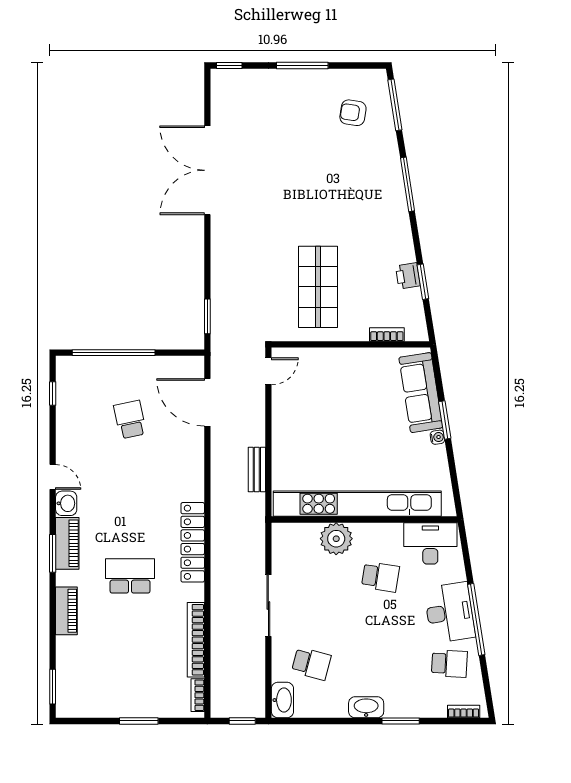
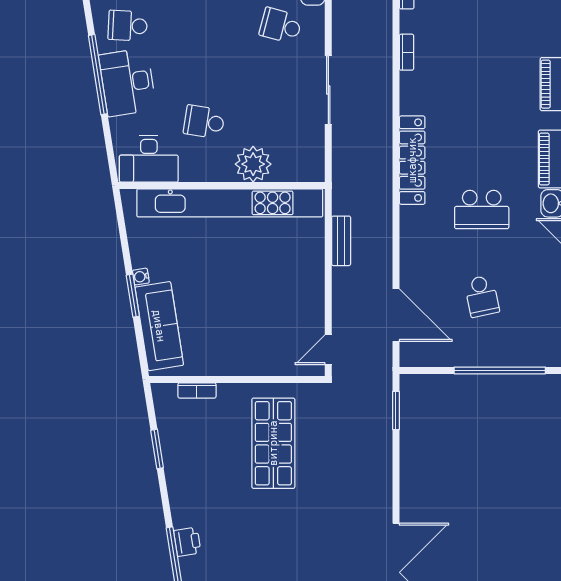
printer: (408, 276) -> (187, 542), moved
school desk: (130, 576) -> (482, 210), moved
bookcase: (196, 640) -> (407, 52), width x0.43, depth x0.76

